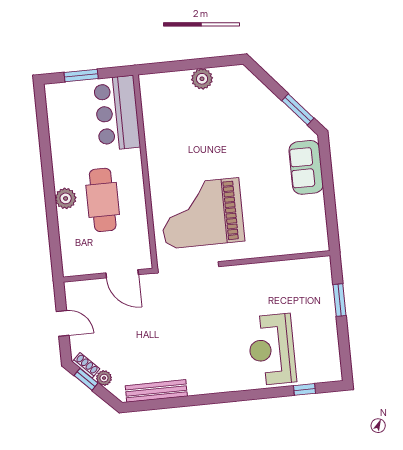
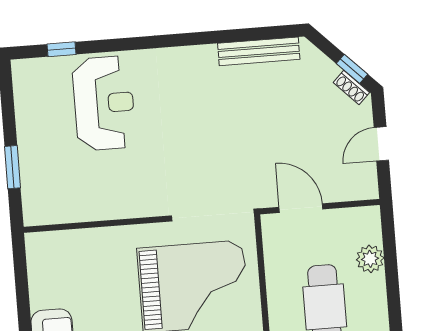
plant: (66, 198) -> (370, 259), moved
door: (63, 323) -> (381, 144), hinge flipped
plant: (104, 378) -> (328, 70), removed

